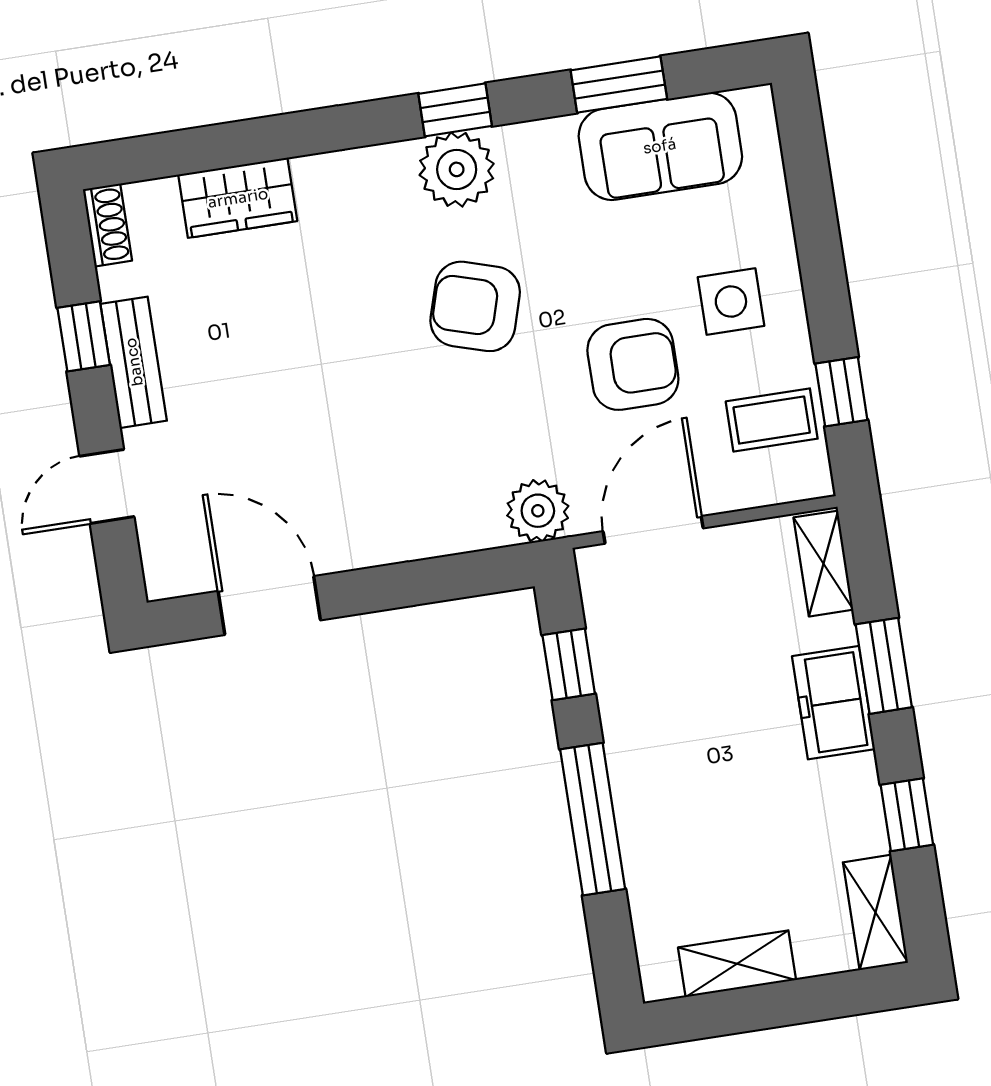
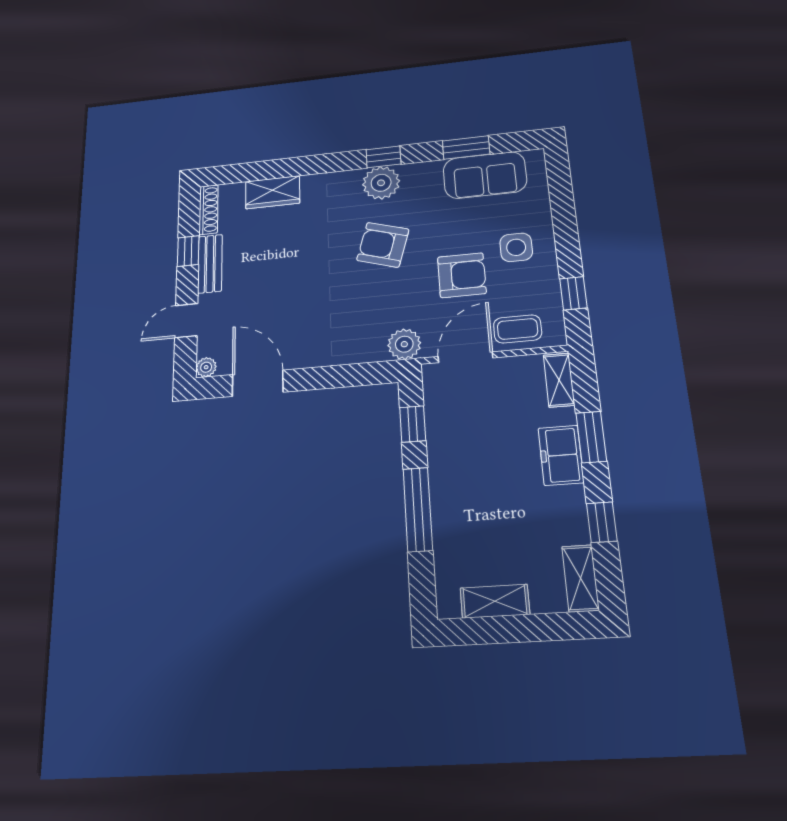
shoe rack: (107, 225) -> (209, 210), width x1.43
coffee table: (772, 420) -> (518, 329), moved
plant: (163, 580) -> (206, 367), added

